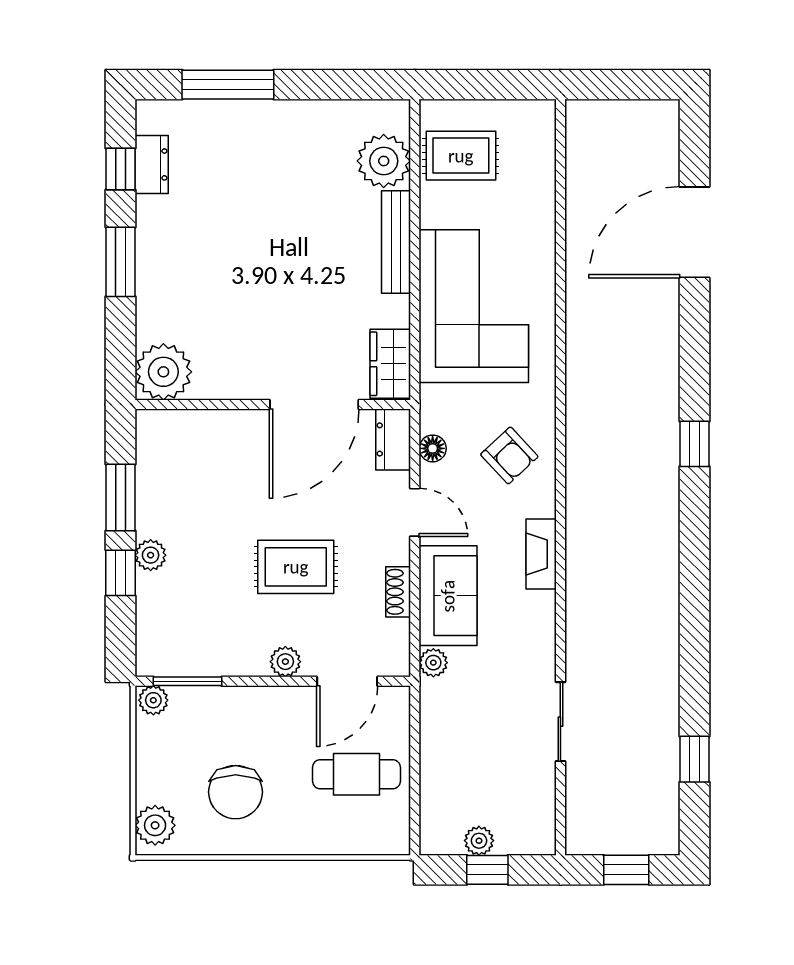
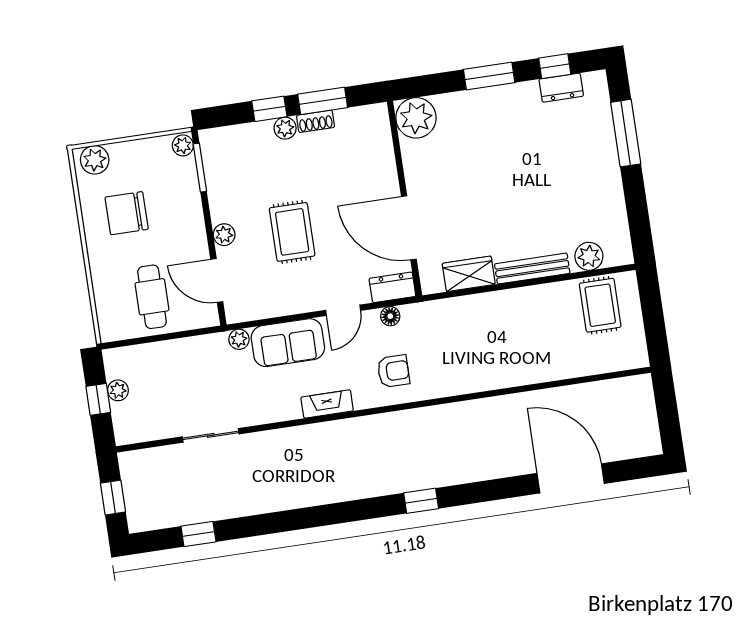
plant: (384, 161) -> (589, 256), width x0.73, depth x0.73
corner sofa: (474, 306) -> (495, 330), removed
wardrobe: (390, 364) -> (469, 274), moved
armchair: (509, 455) -> (393, 371), turned -137
shoe rack: (398, 592) -> (316, 121), moved, turned 180

